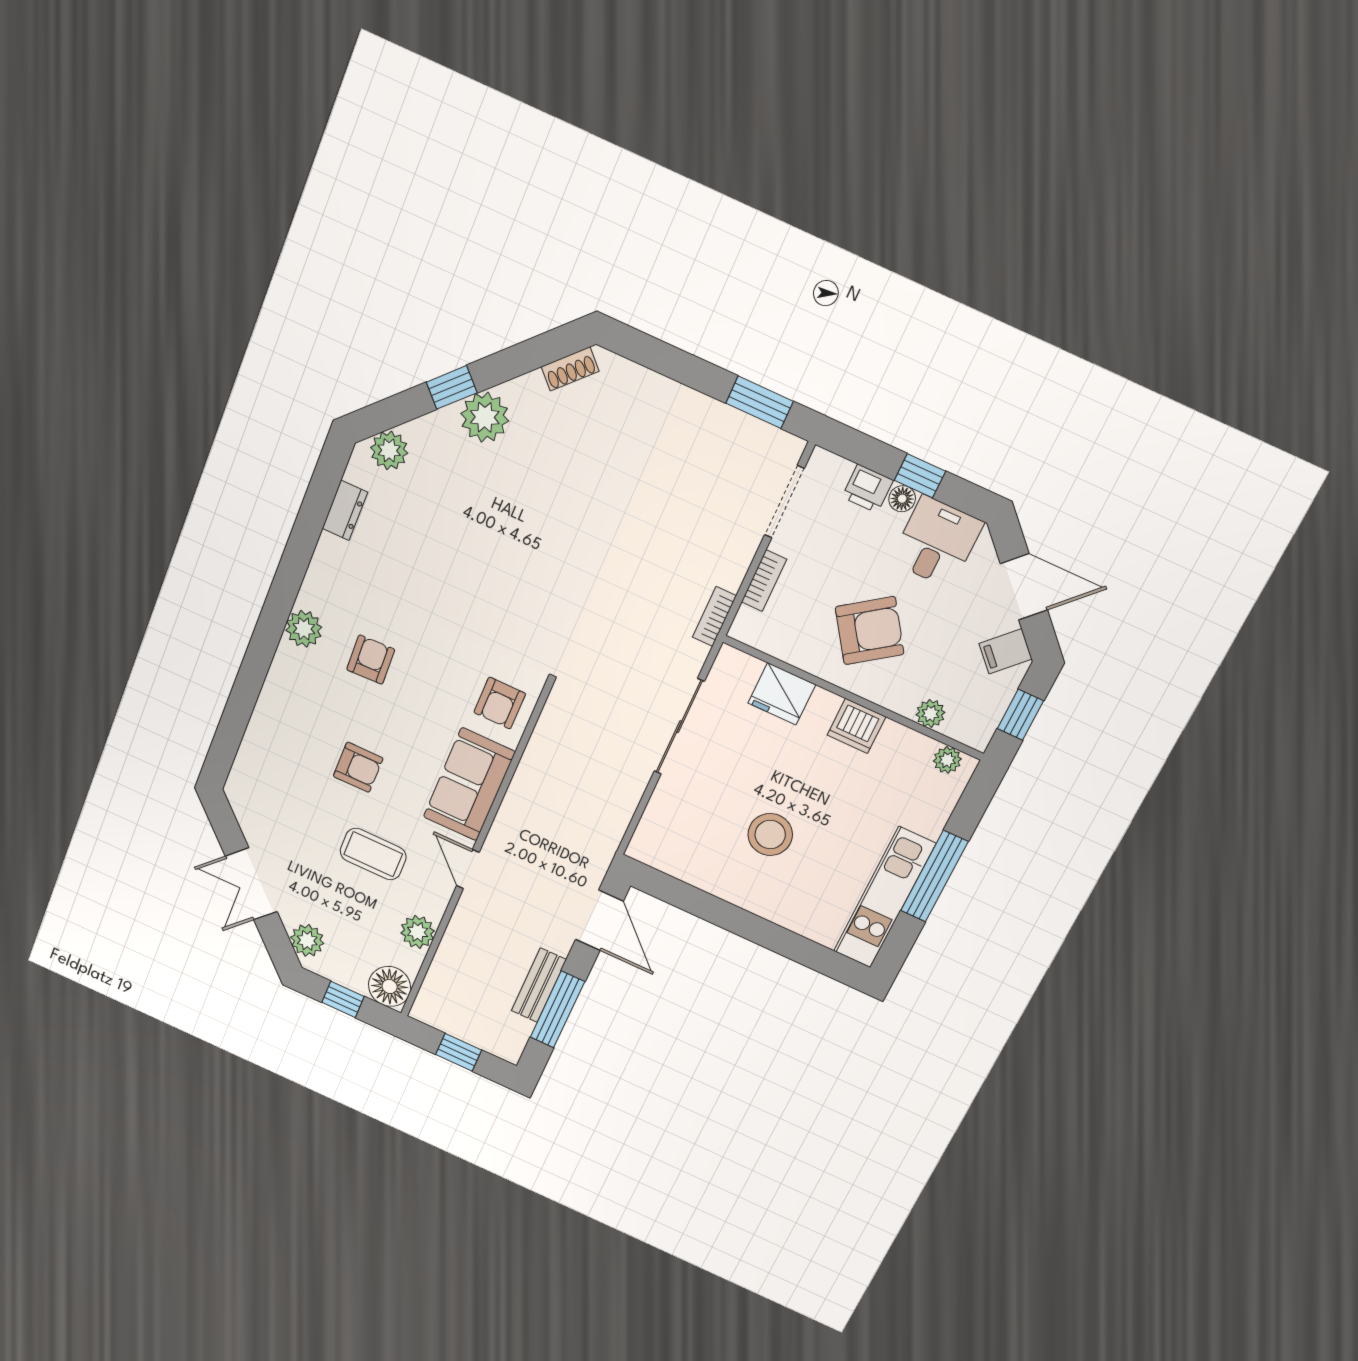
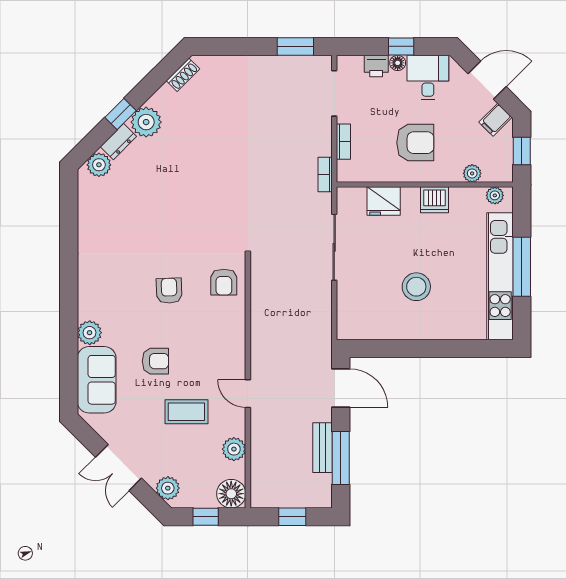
dresser: (345, 510) -> (118, 142), moved, turned 45
plant: (304, 629) -> (90, 333), moved
armchair: (870, 631) -> (415, 143), turned 35
armchair: (371, 660) -> (169, 291), moved
sofa: (469, 784) -> (97, 380), moved, turned 180
kitchen unit: (884, 898) -> (500, 276), width x1.36

